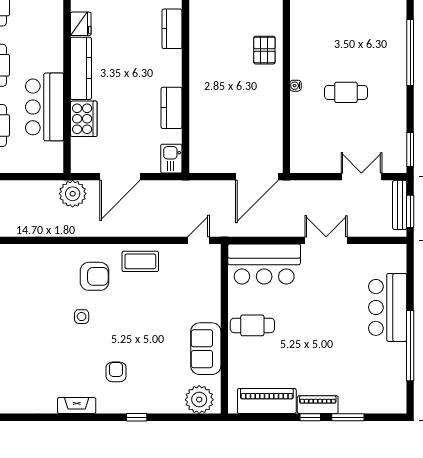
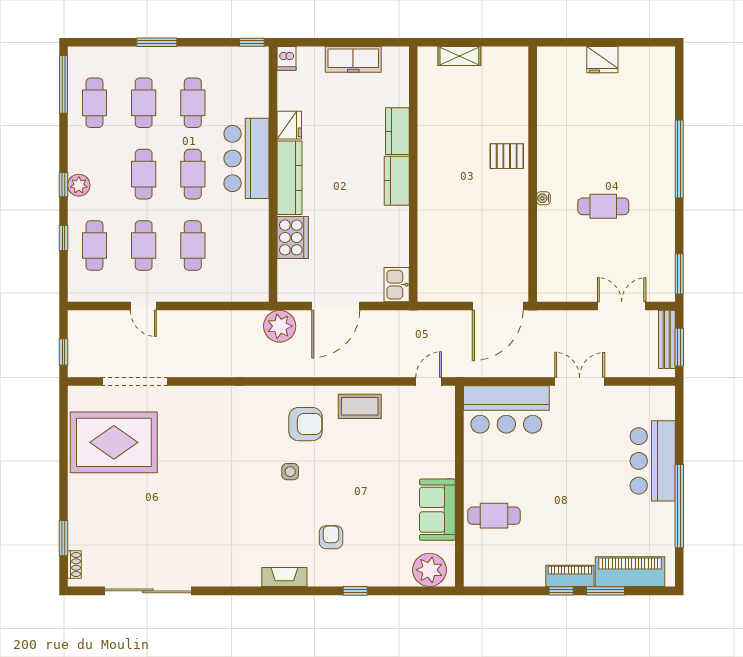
pallet: (264, 50) -> (507, 156), turned 90
bar counter: (45, 107) -> (246, 158), moved
kitchen counter: (172, 108) -> (397, 181), moved
cafe table: (252, 325) -> (494, 516), moved
piano: (267, 401) -> (630, 572), moved

